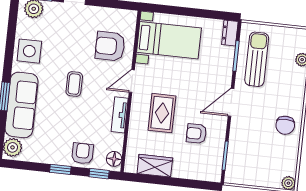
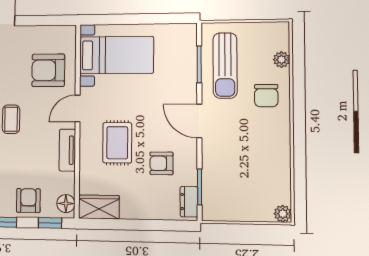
dresser: (230, 33) -> (189, 202), moved
sun lounger: (257, 59) -> (225, 66), turned 180
door: (231, 102) -> (199, 121), hinge flipped
chair: (285, 125) -> (266, 96), moved
wardrobe: (155, 166) -> (99, 207), moved

